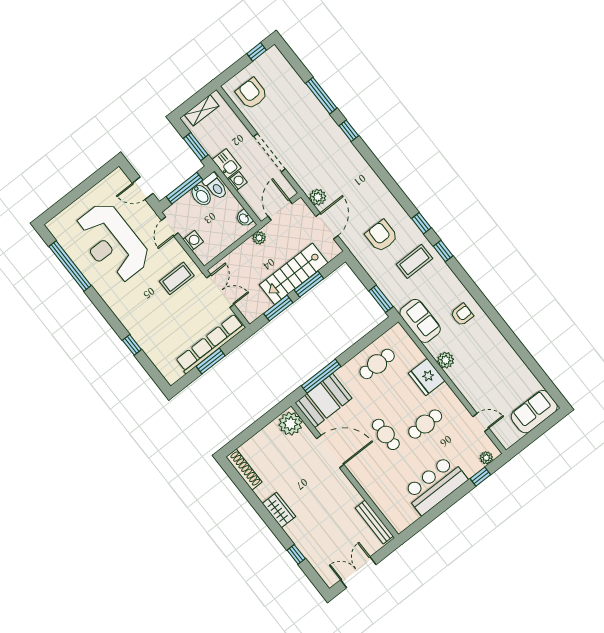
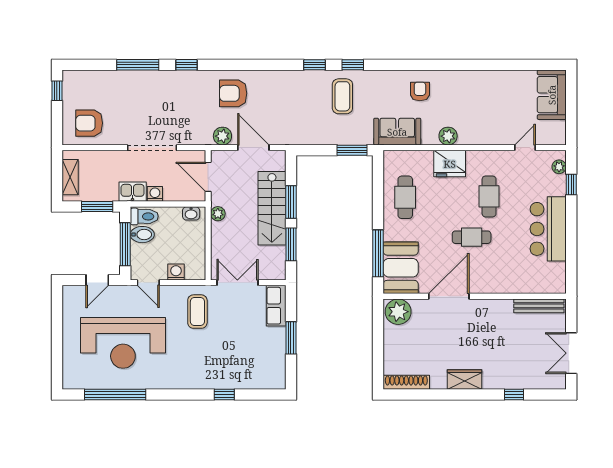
armchair: (381, 236) -> (233, 93), moved
row of seats: (210, 344) -> (276, 306), width x0.50

